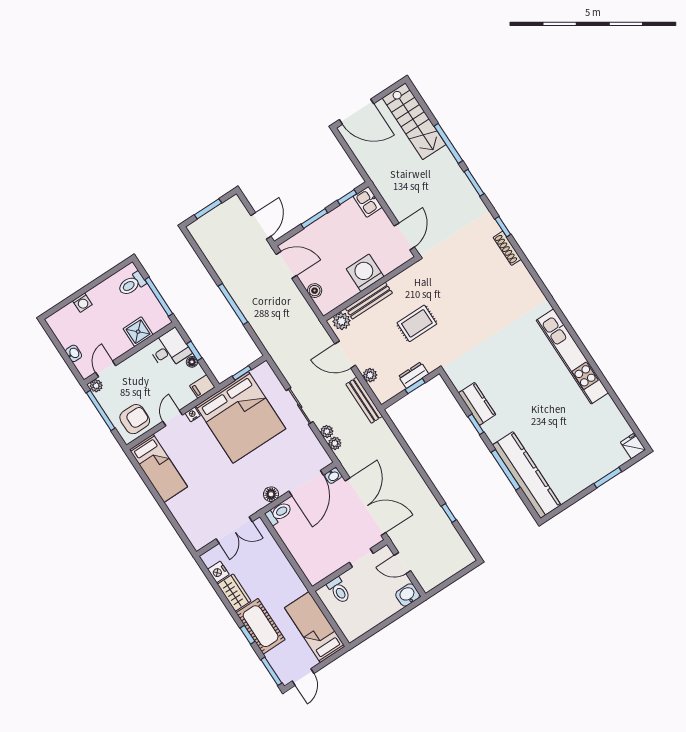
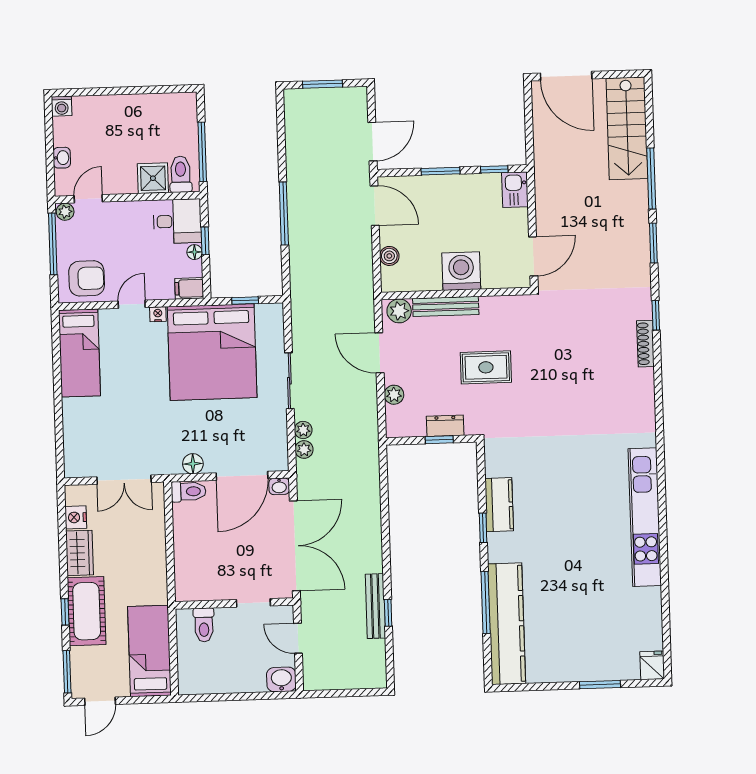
toilet: (132, 284) -> (181, 174), moved, turned 90
washing machine: (82, 303) -> (62, 106), moved
bench: (364, 400) -> (375, 606), moved

